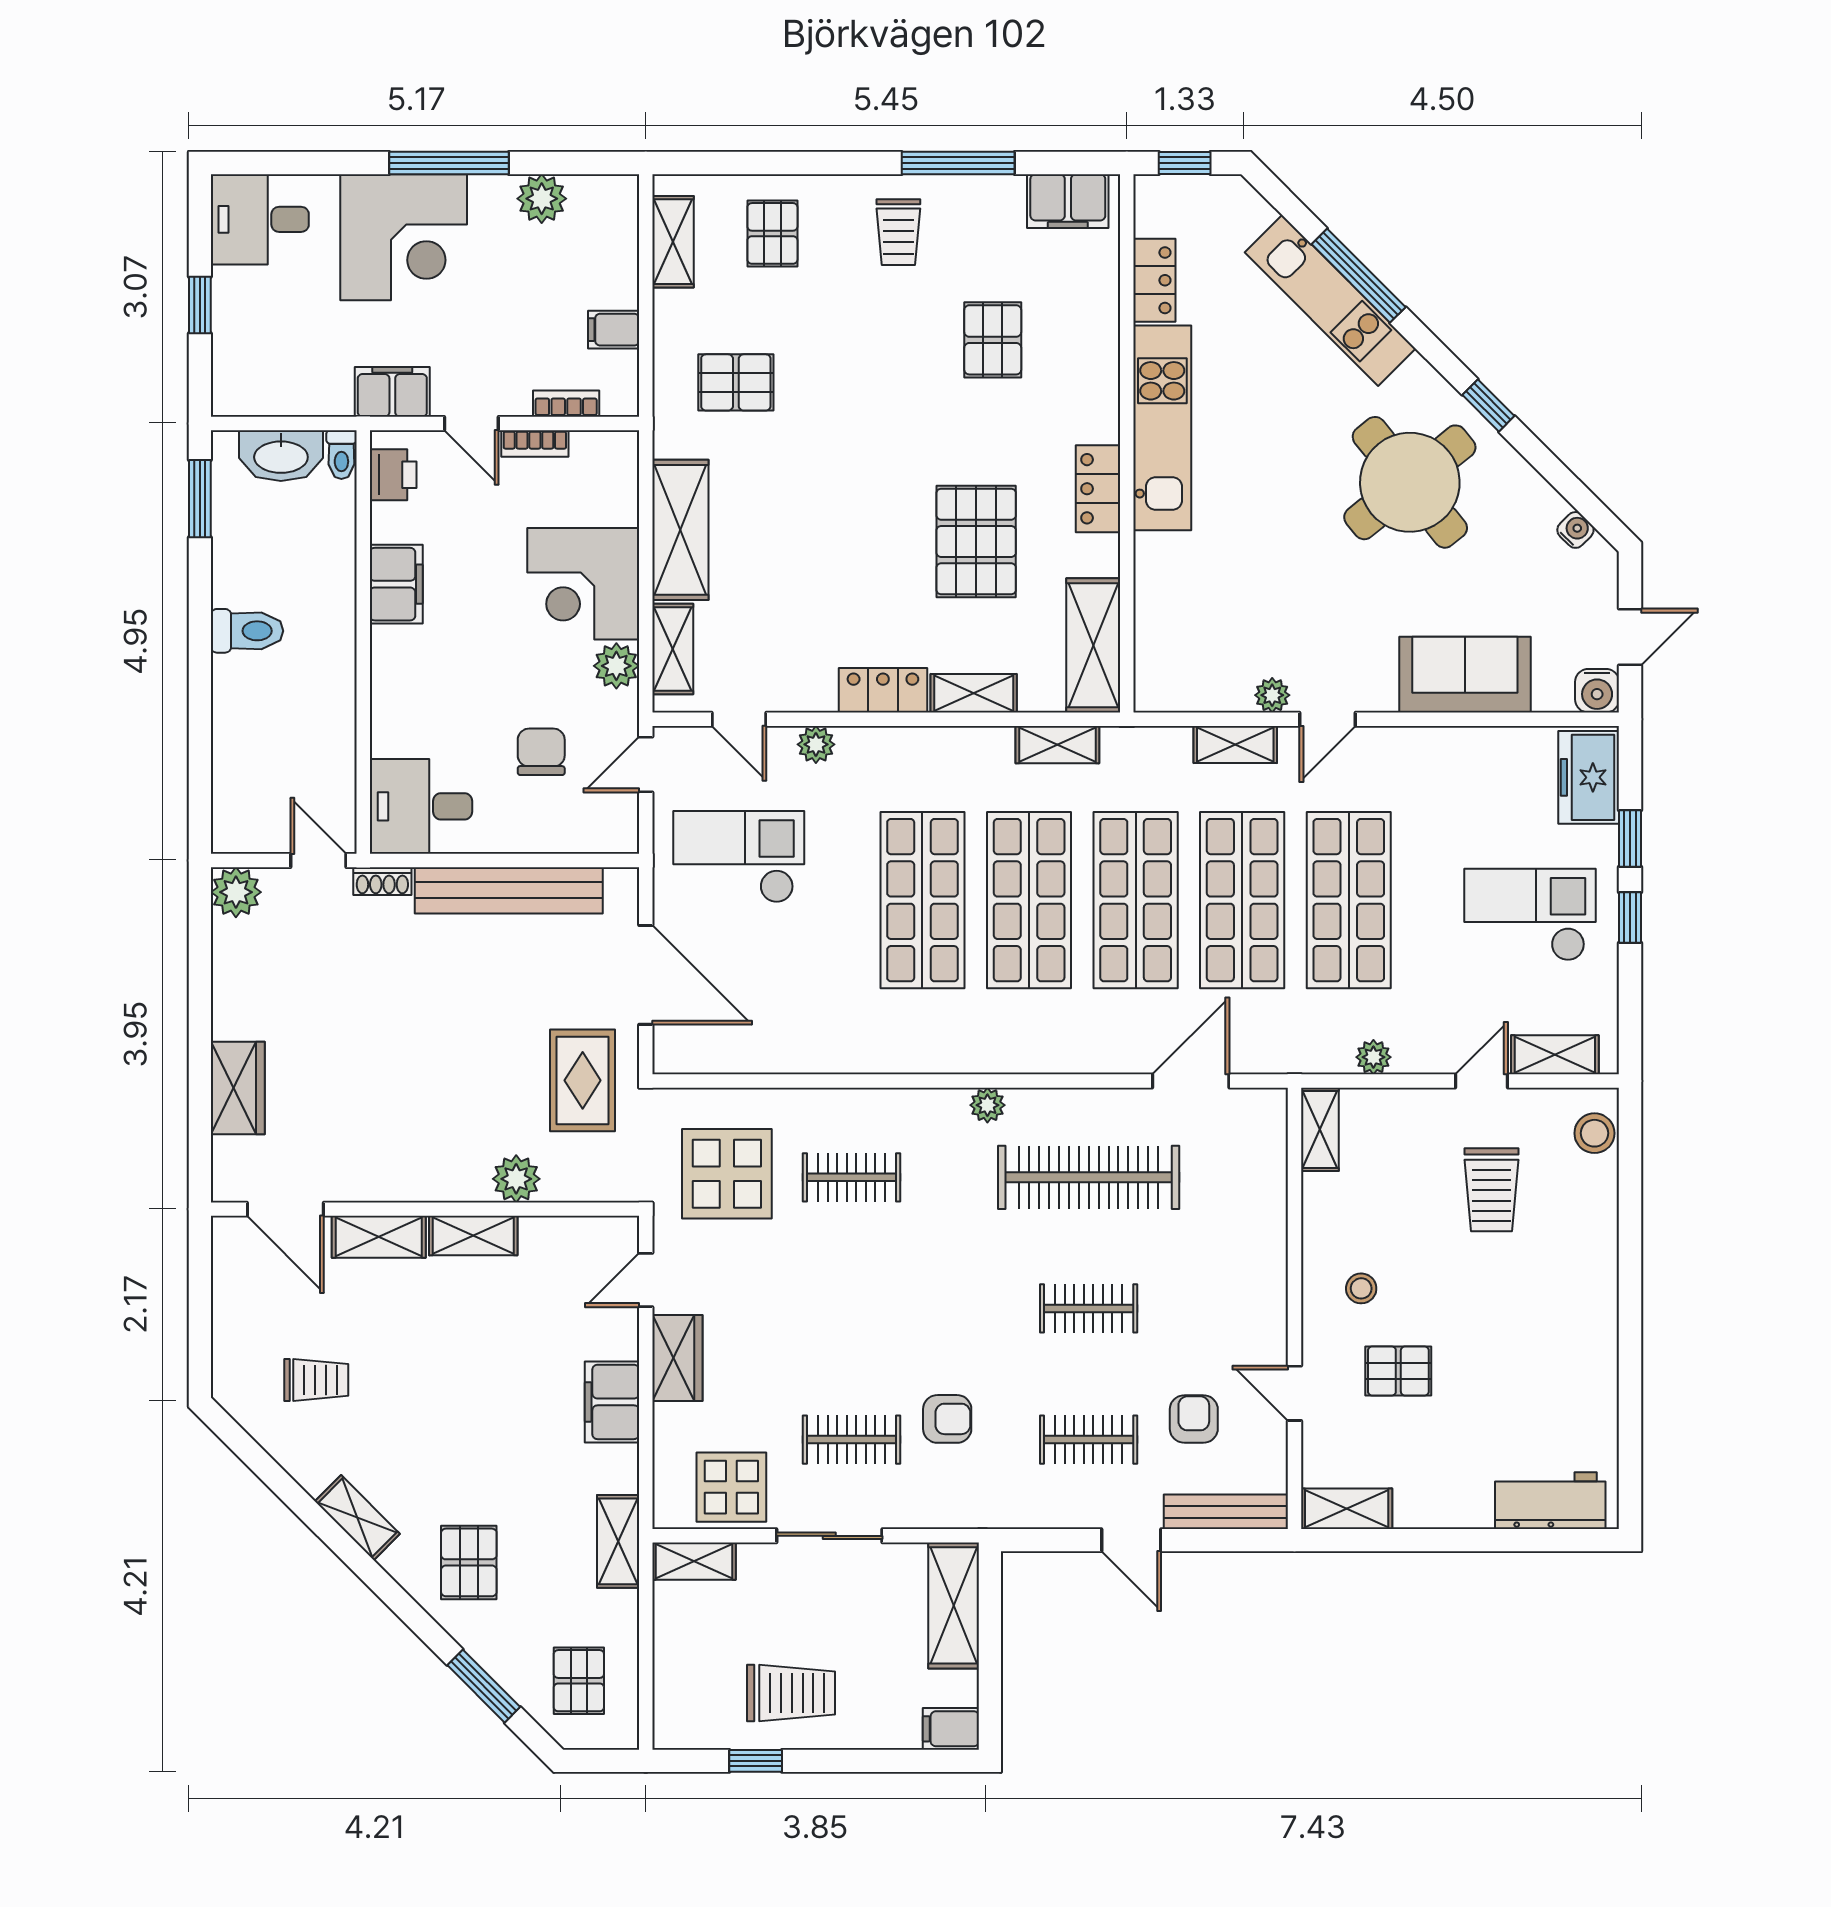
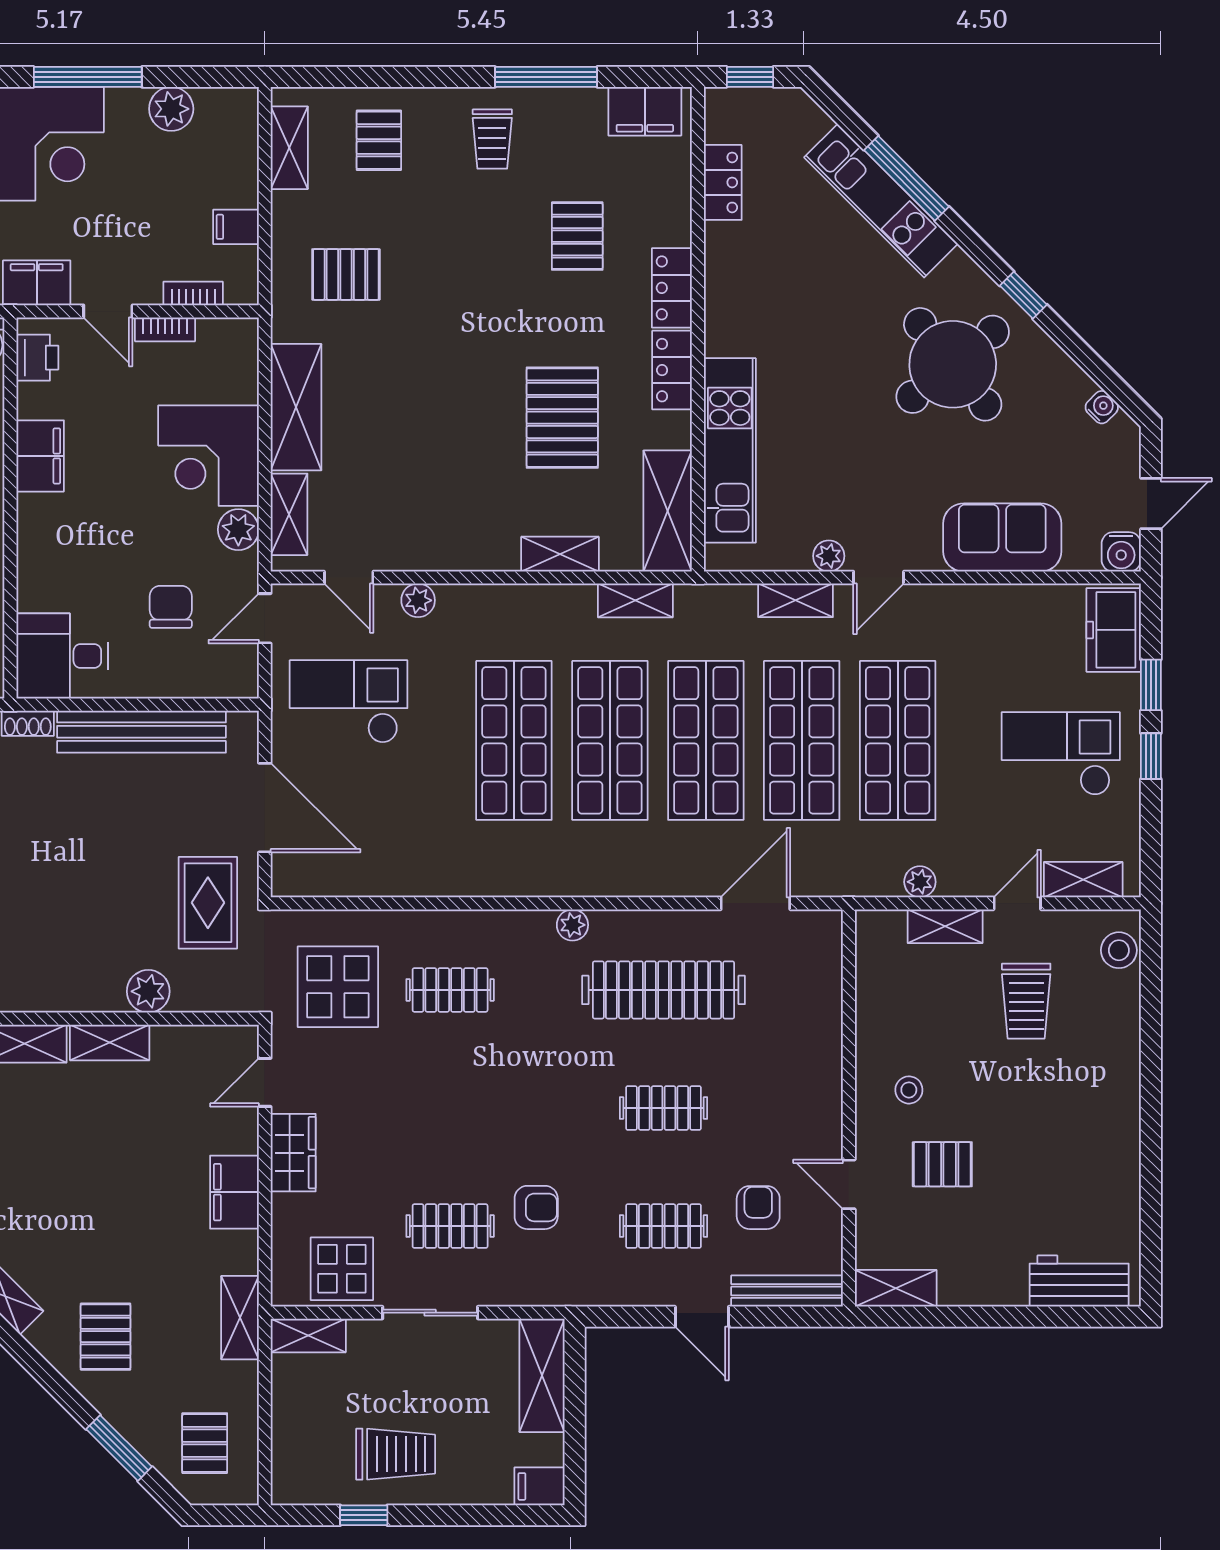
kitchen unit: (1162, 428) -> (730, 450), moved
locker: (883, 690) -> (672, 288), moved, turned -90
shelving: (1320, 1129) -> (945, 926), moved, turned 90

